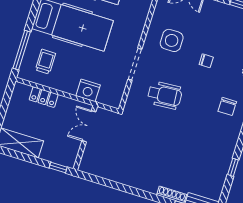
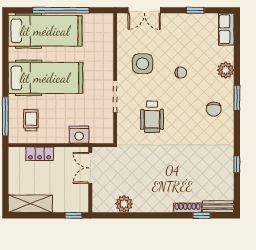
wheelchair: (165, 95) -> (152, 117), turned 94
plant: (111, 172) -> (124, 204), added

